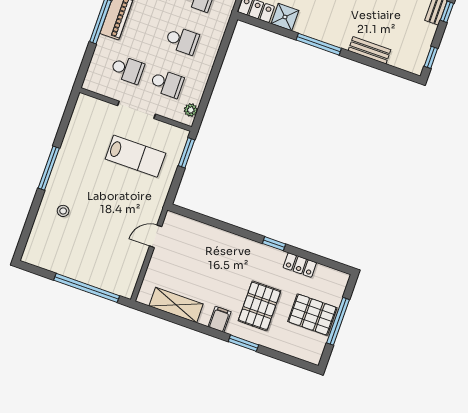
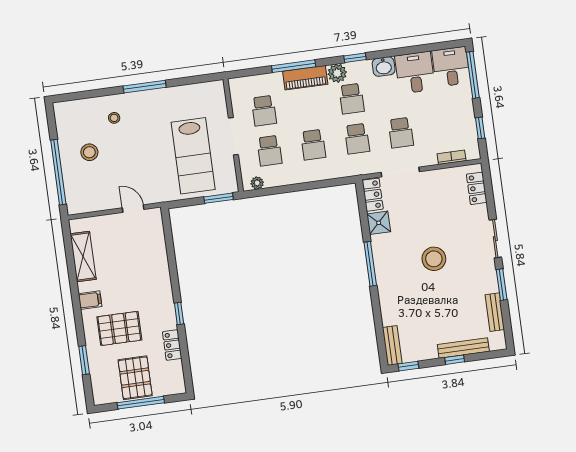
bench: (369, 50) -> (392, 345), moved
lab bench: (135, 156) -> (193, 156), width x1.36, depth x1.39
stool: (83, 250) -> (89, 152), added
window: (243, 343) -> (84, 360), moved

